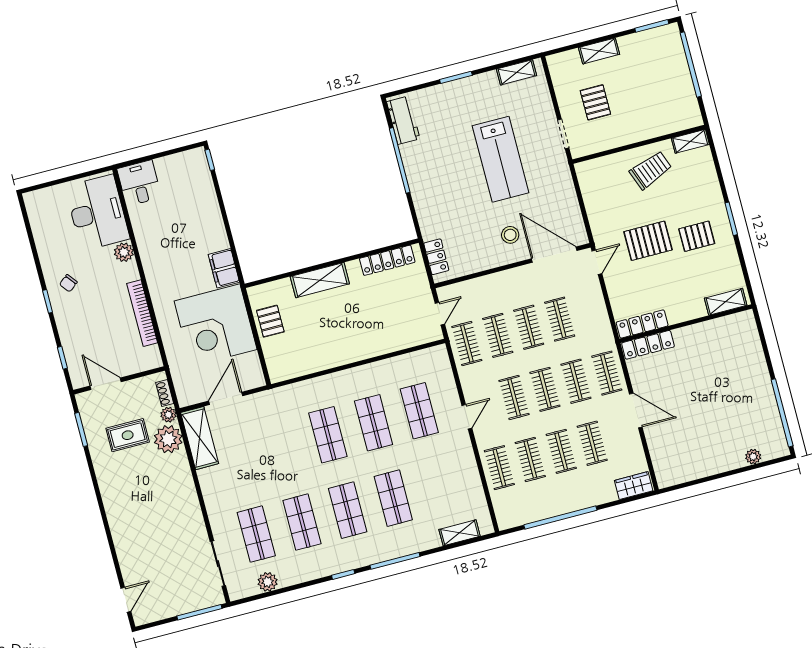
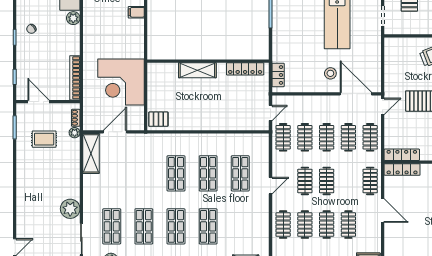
filing cabinet: (224, 268) -> (136, 12), moved, width x0.50
bookcase: (142, 313) -> (75, 78), moved
pallet: (270, 321) -> (158, 119), moved, turned 90
clothes rail: (576, 381) -> (370, 137), moved
plant: (168, 439) -> (70, 209), moved

